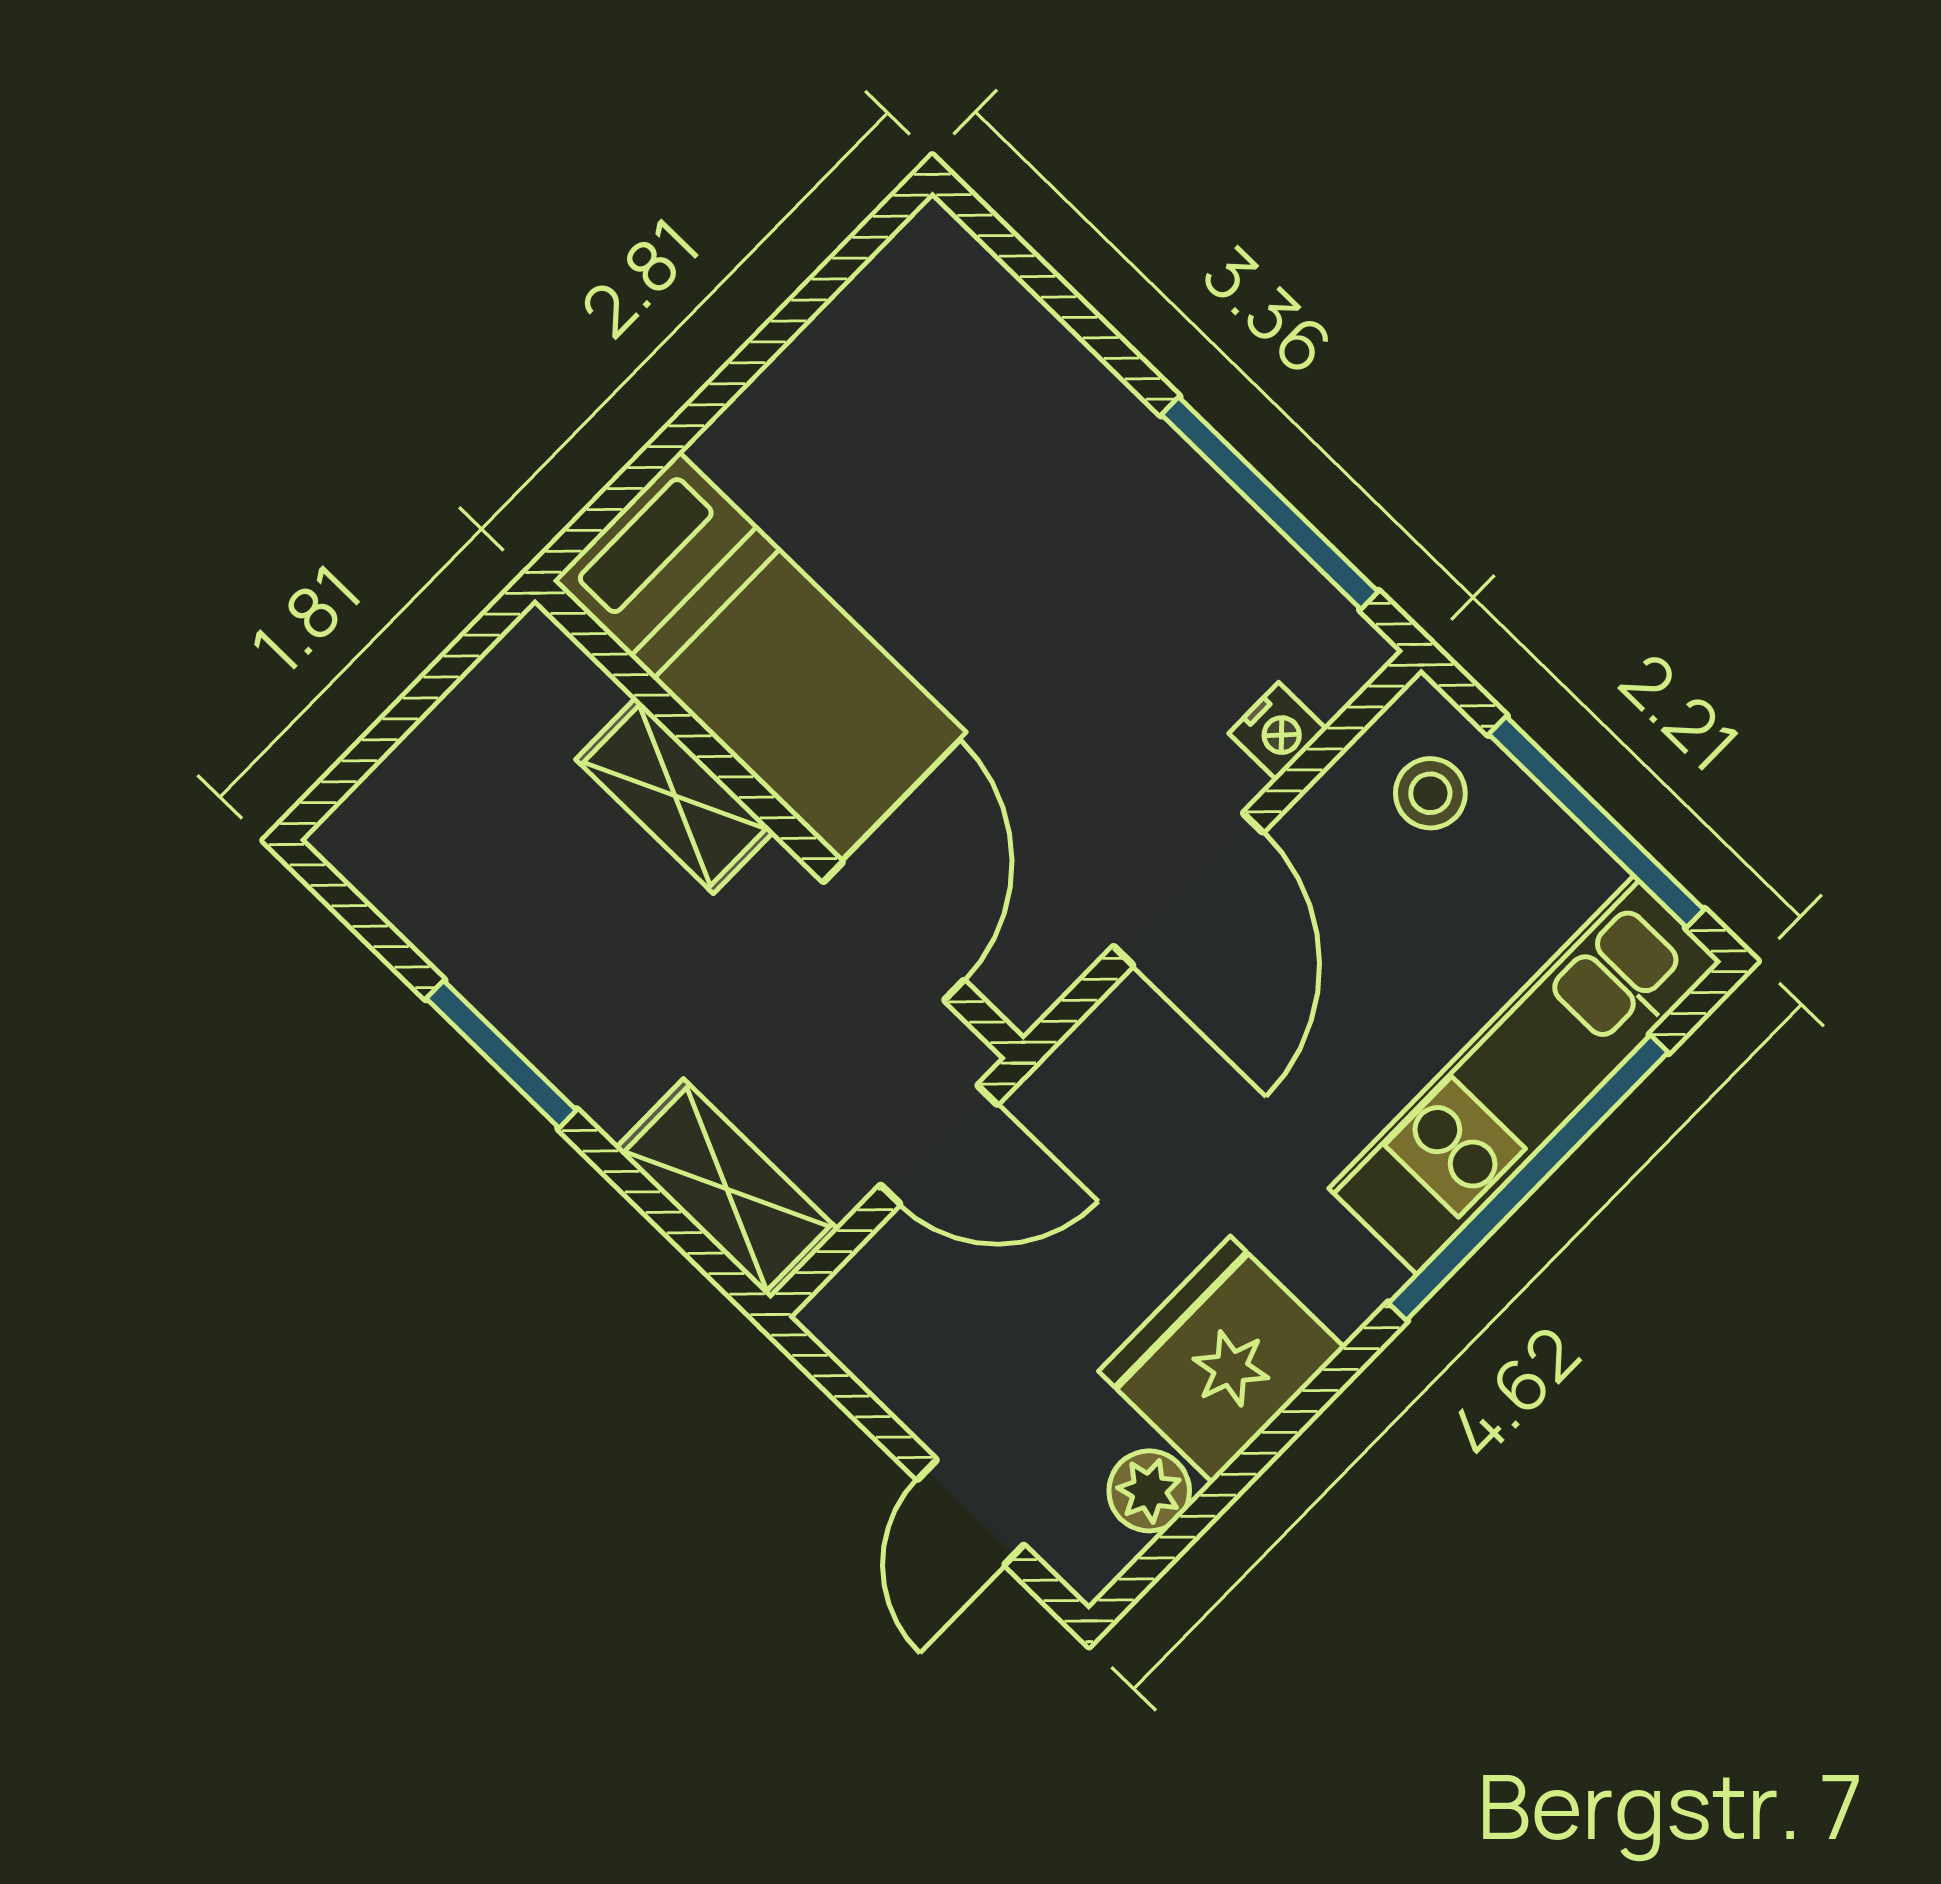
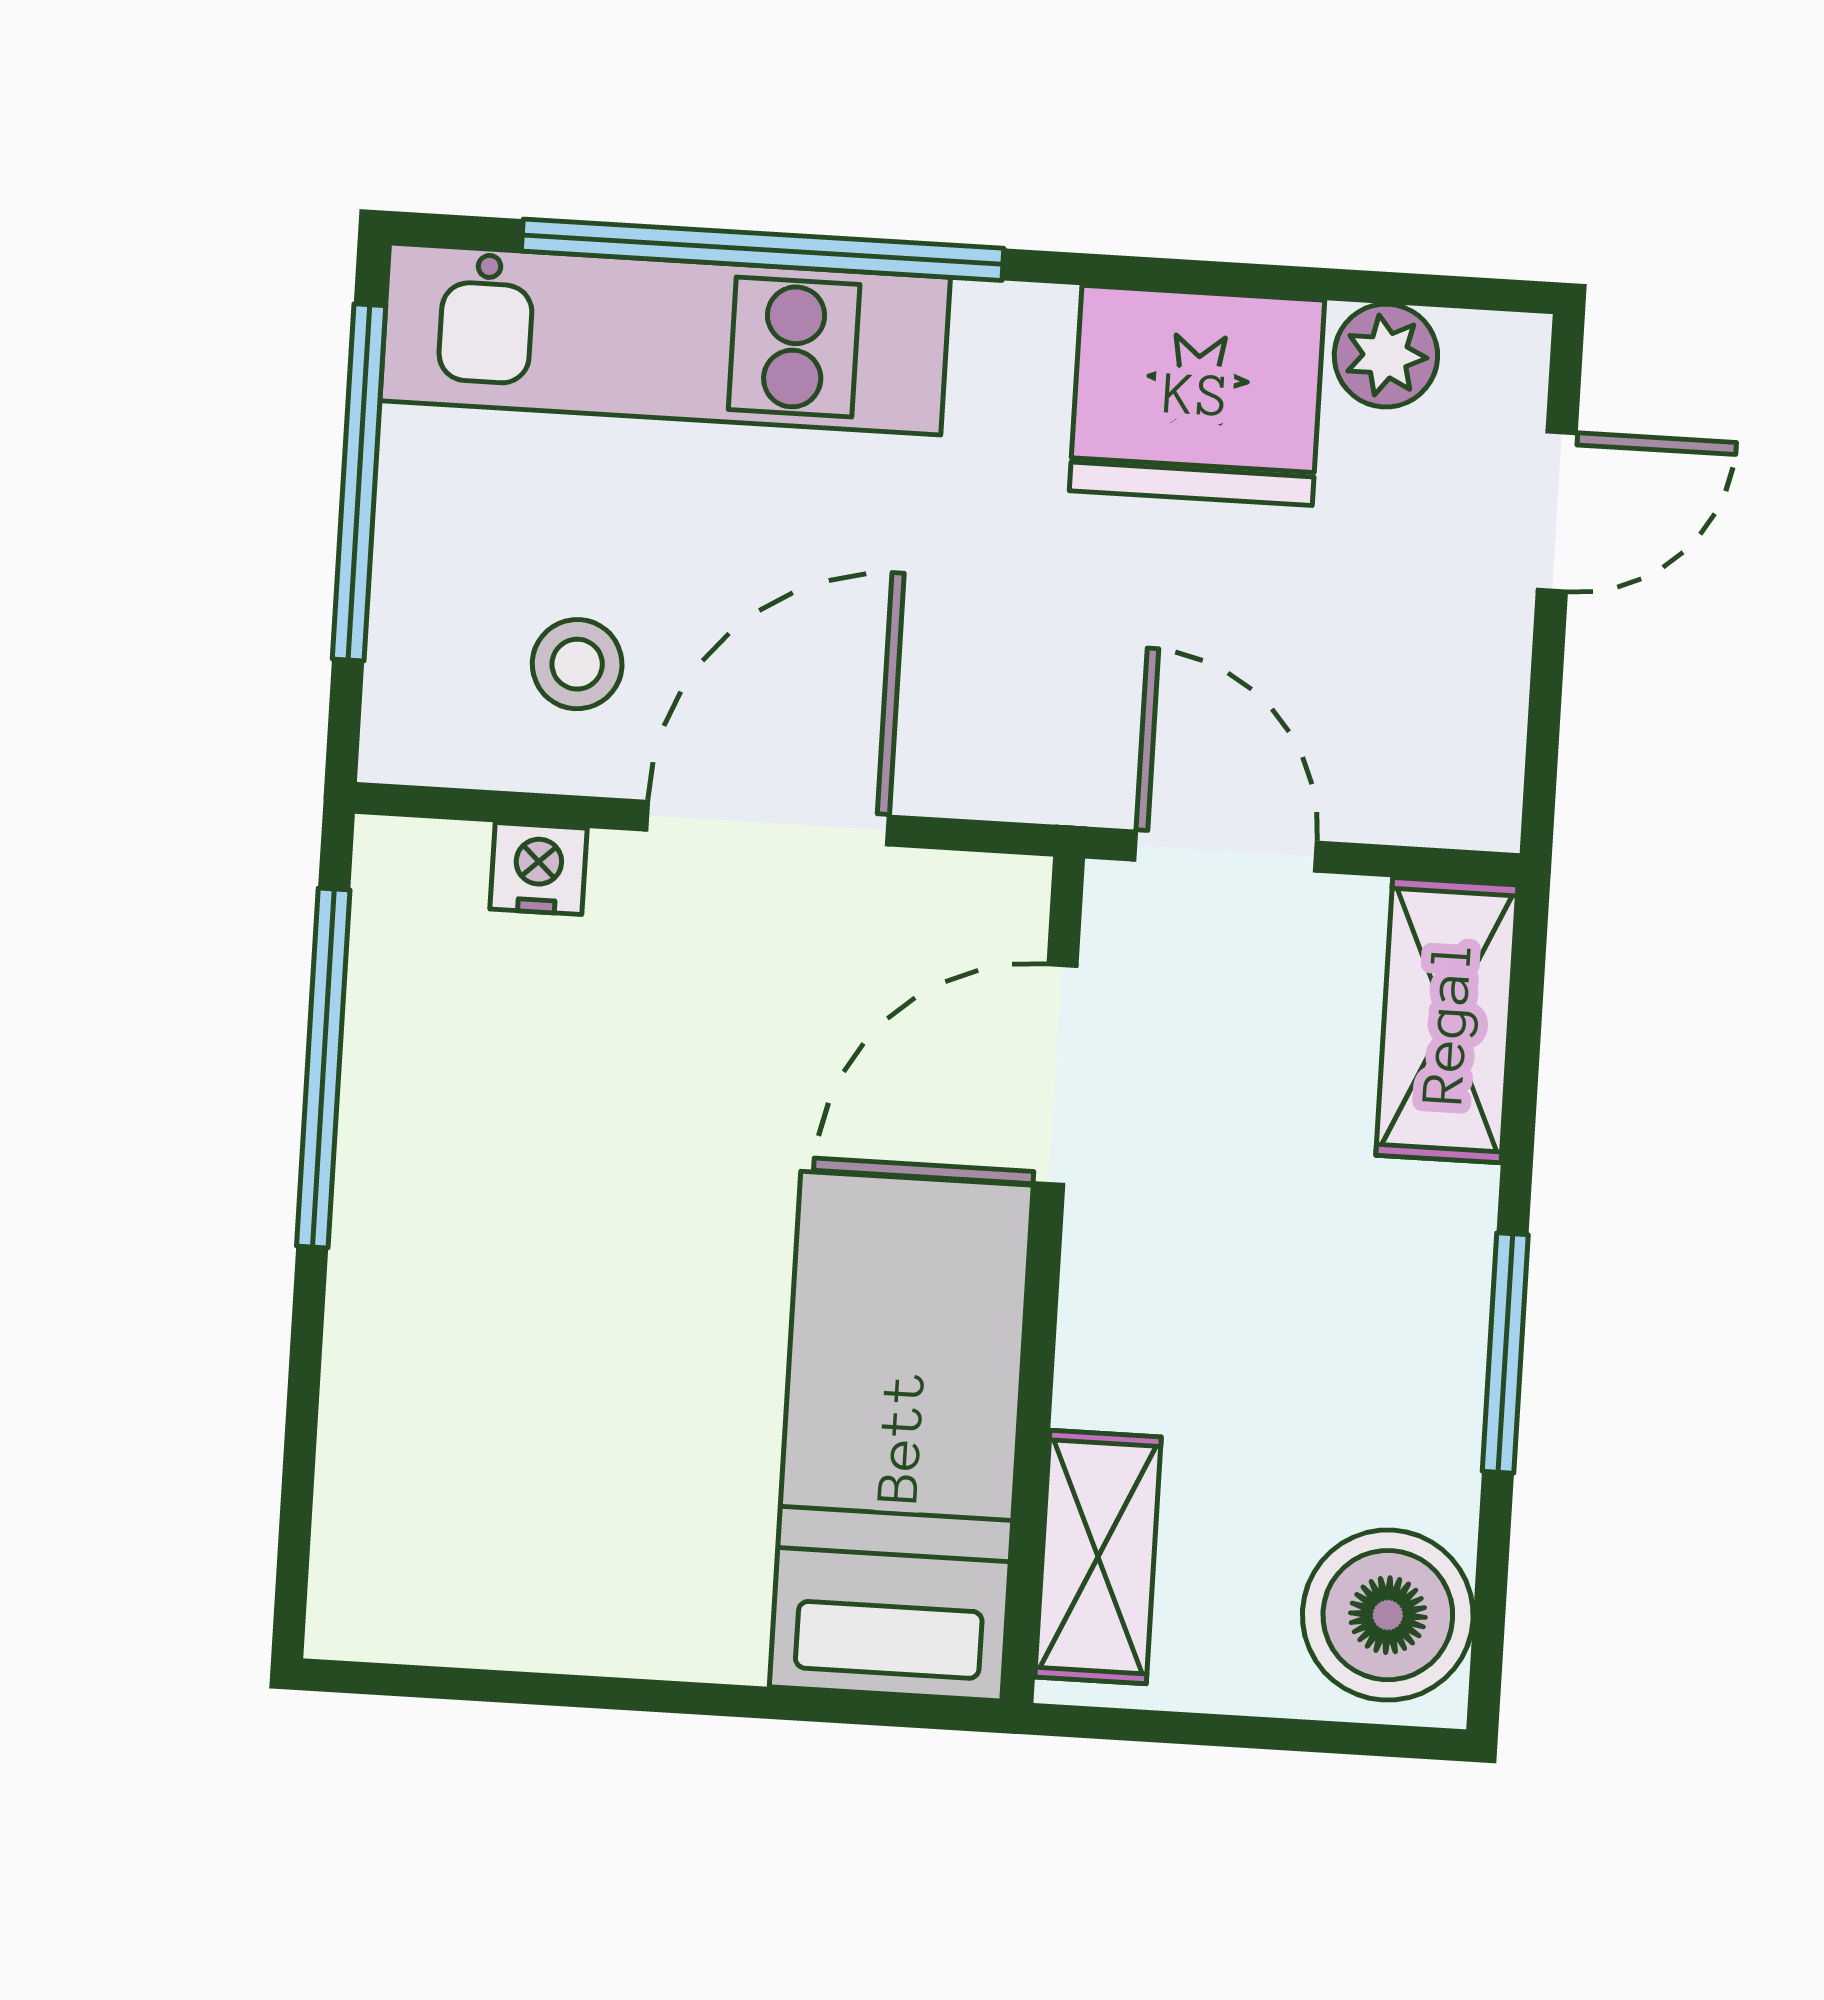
stool: (1430, 793) -> (577, 664), moved
shelving: (675, 795) -> (1098, 1557), moved
boiler: (407, 852) -> (1388, 1615), added

